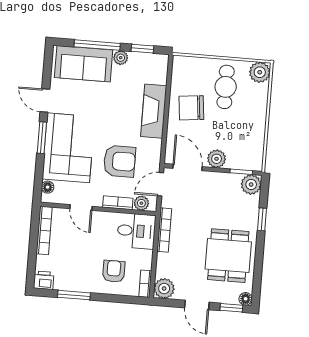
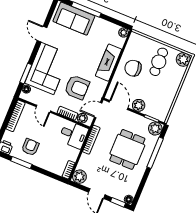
window: (142, 49) -> (114, 21), removed
plant: (121, 58) -> (124, 33), moved
window: (42, 138) -> (26, 74), moved
window: (262, 219) -> (155, 153), width x2.17
dining table: (228, 256) -> (127, 149), moved
armchair: (114, 271) -> (30, 147), moved

